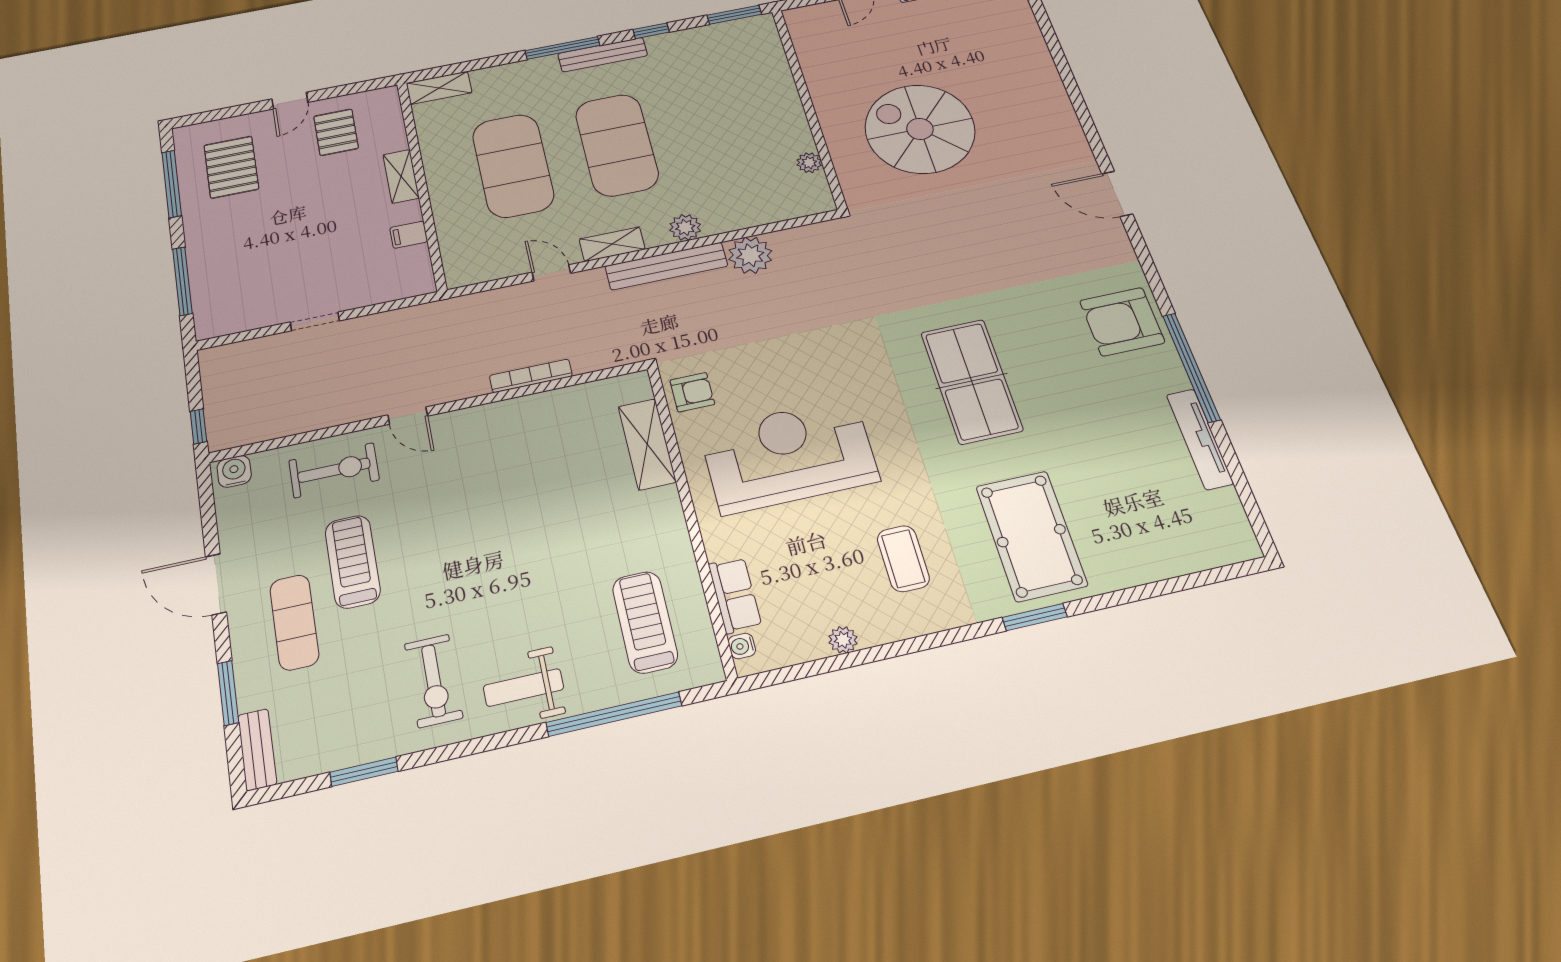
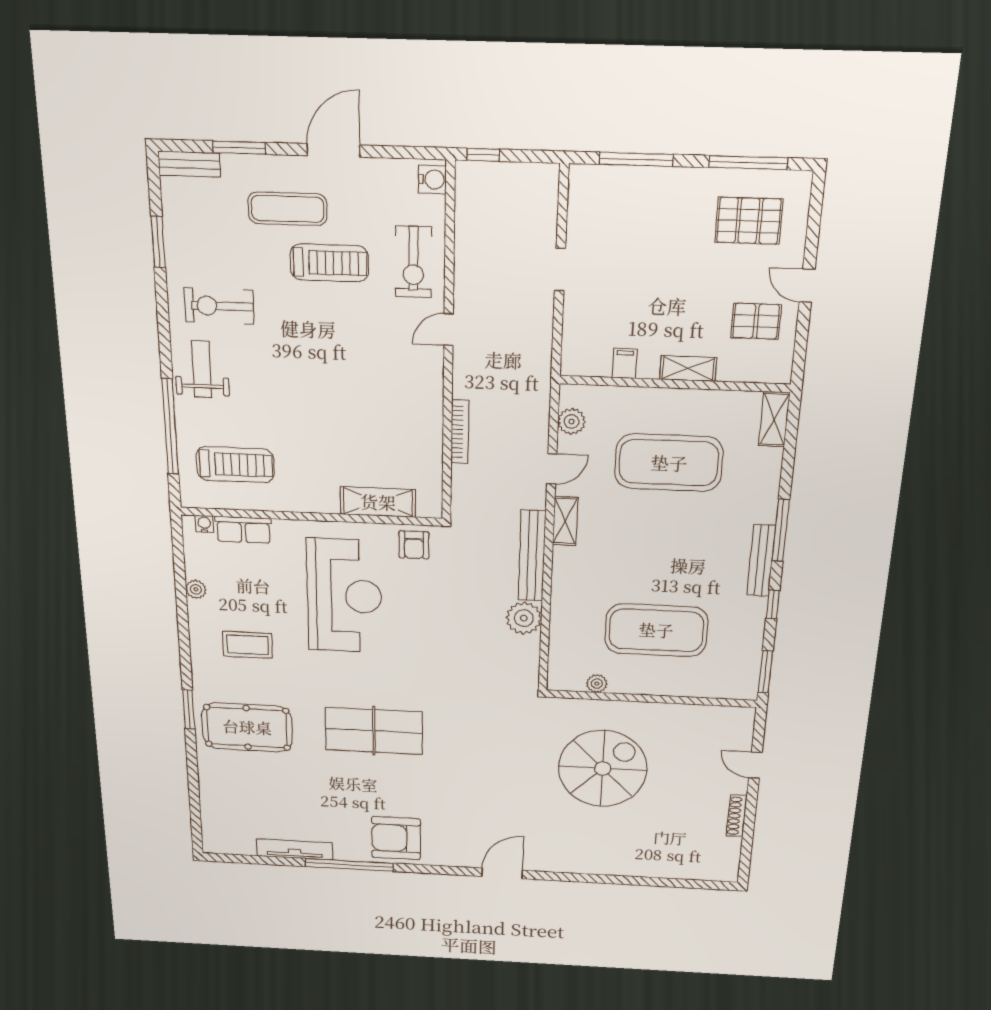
exercise mat: (617, 145) -> (656, 630), moved
plant: (685, 227) -> (572, 421), moved
armchair: (1122, 322) -> (396, 838), turned -90

